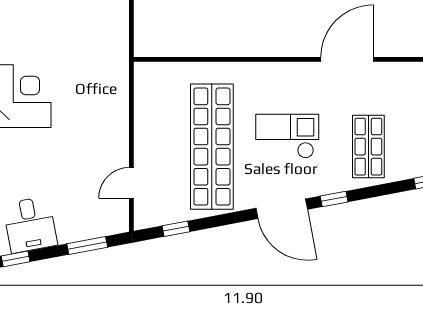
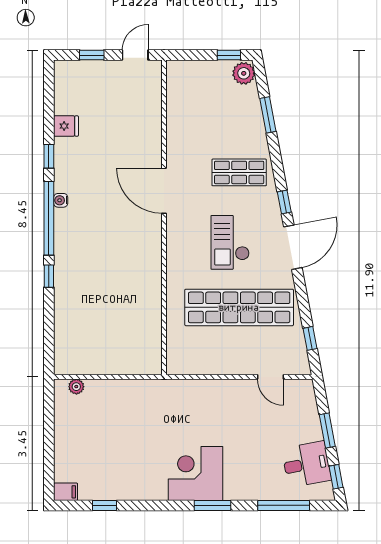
window: (87, 245) -> (327, 431), moved

